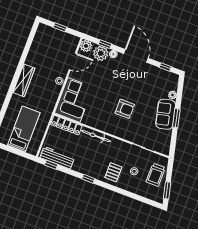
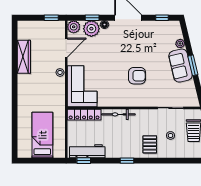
window: (60, 27) -> (51, 18), moved
wardrobe: (24, 80) -> (24, 57), moved

